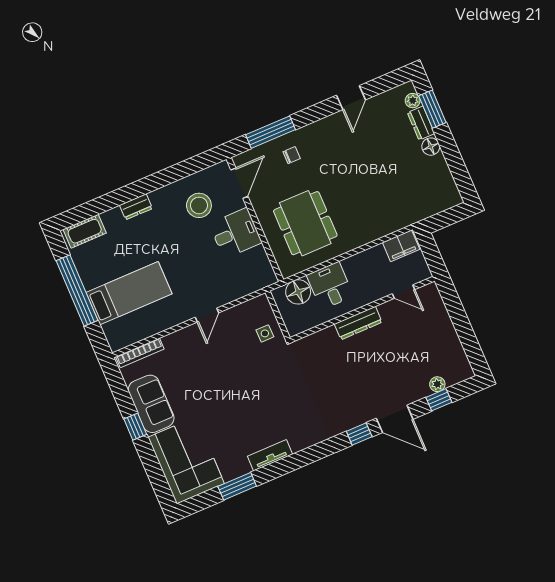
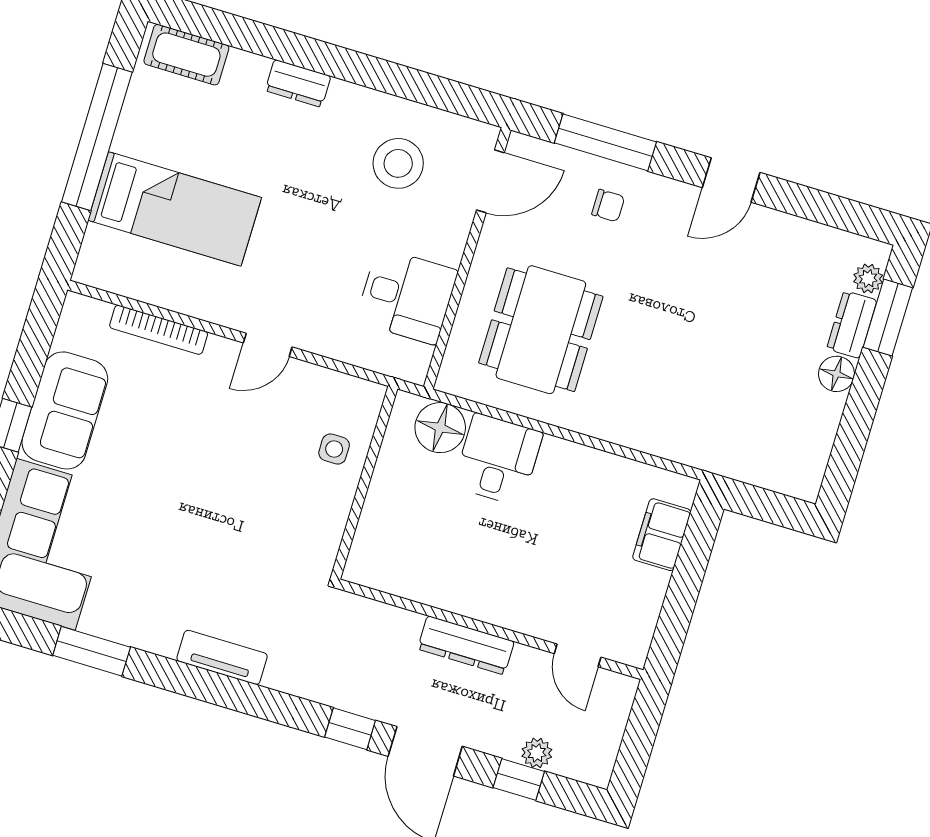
door: (351, 98) -> (731, 180), moved
desk: (236, 233) -> (407, 296), moved
filing cabinet: (401, 246) -> (662, 535), moved, turned 90
door: (404, 292) -> (578, 655), moved
wall: (362, 309) -> (490, 629), moved
dresser: (358, 323) -> (466, 645), moved
bookcase: (140, 353) -> (159, 330), moved
tv unit: (270, 455) -> (222, 657), moved

